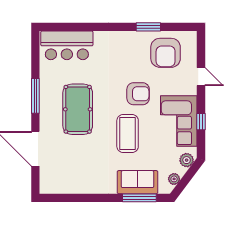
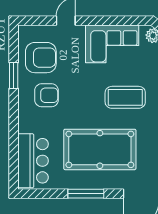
armchair: (138, 94) -> (47, 95), moved, turned 90
pool table: (78, 109) -> (100, 149), width x1.36, depth x1.32
window: (201, 122) -> (113, 21), removed

